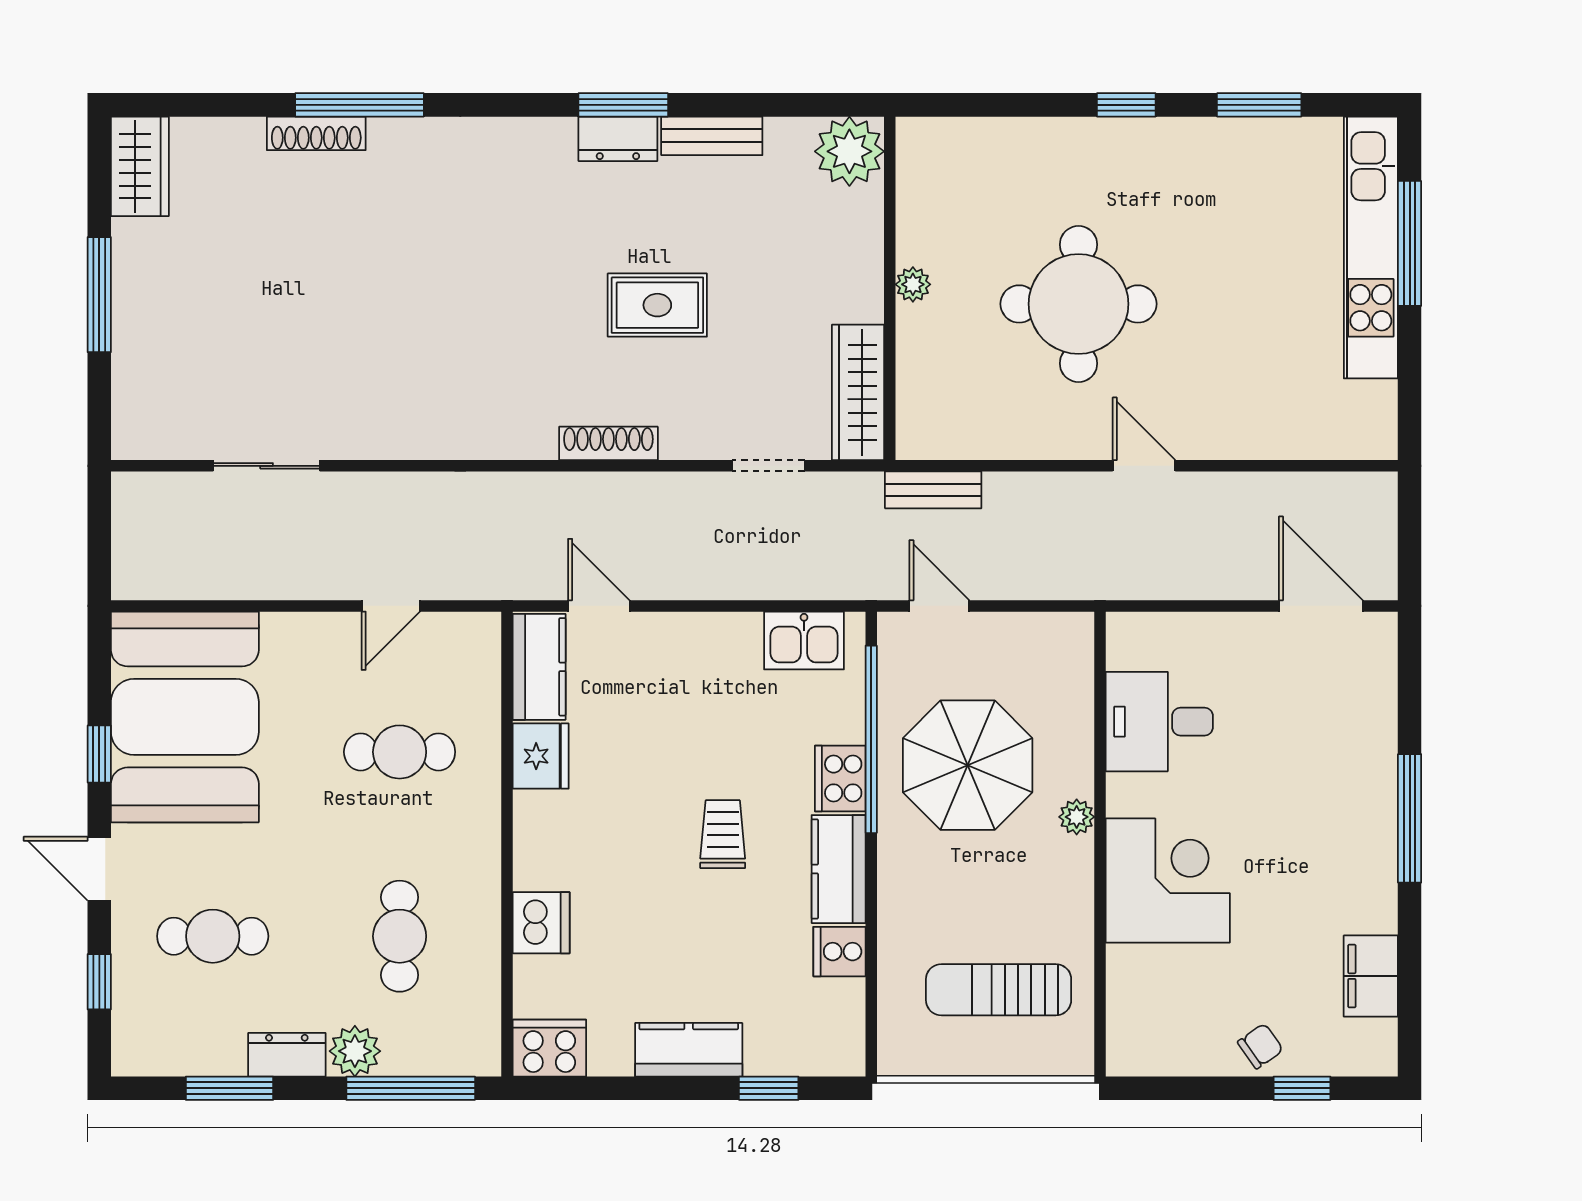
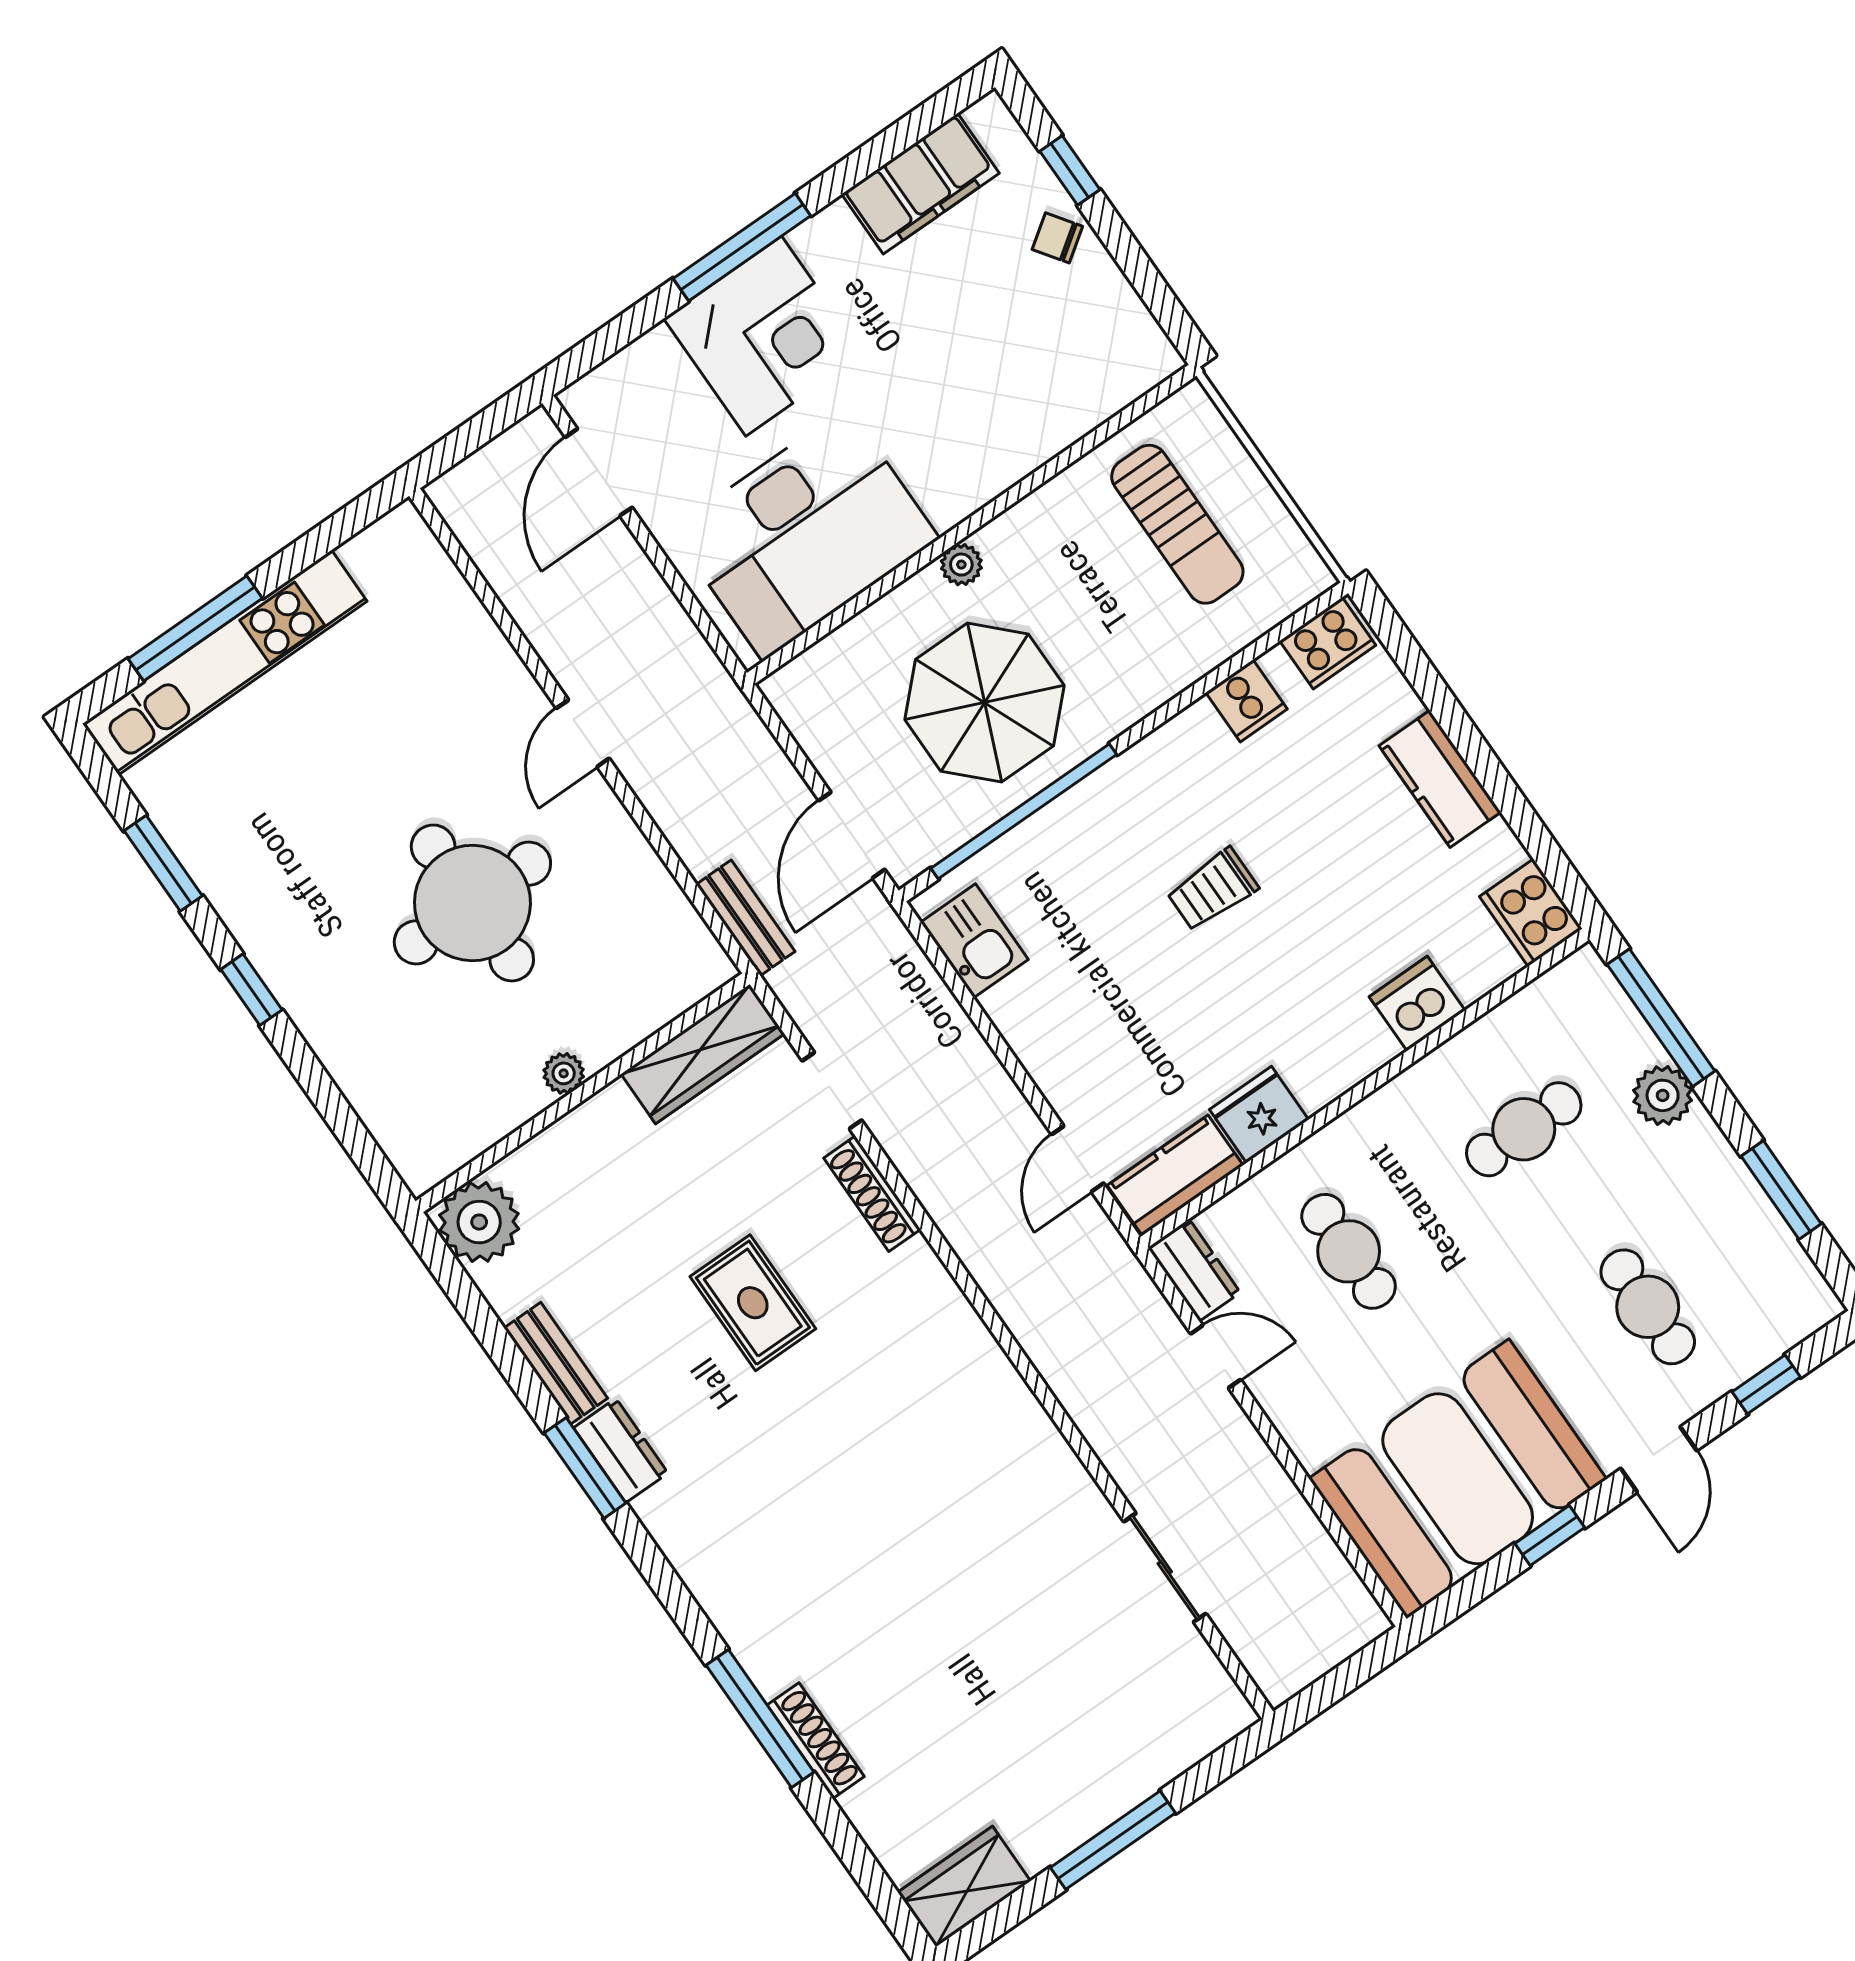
shoe rack: (608, 443) -> (872, 1194), moved
door: (939, 606) -> (852, 835), width x1.38
desk: (1159, 722) -> (805, 534), width x1.87, depth x1.30
cooker: (840, 778) -> (1328, 643), moved
kitchen counter: (839, 869) -> (1169, 756), removed
corner desk: (1168, 881) -> (764, 336), moved, turned 180
filing cabinet: (1371, 976) -> (920, 184), width x1.50, depth x1.17
dresser: (287, 1055) -> (1194, 1270), moved, turned 180
window: (769, 1088) -> (1424, 677), removed

